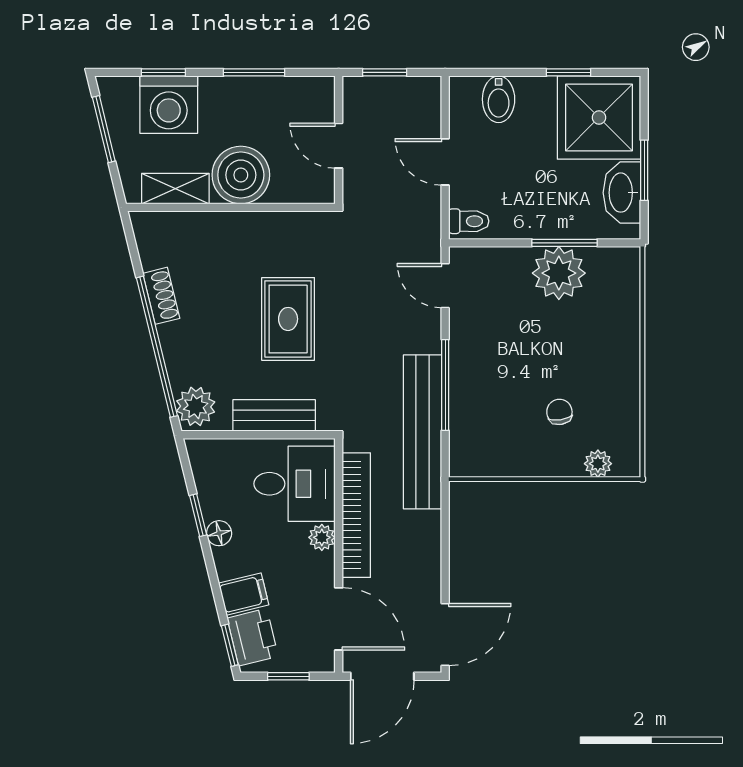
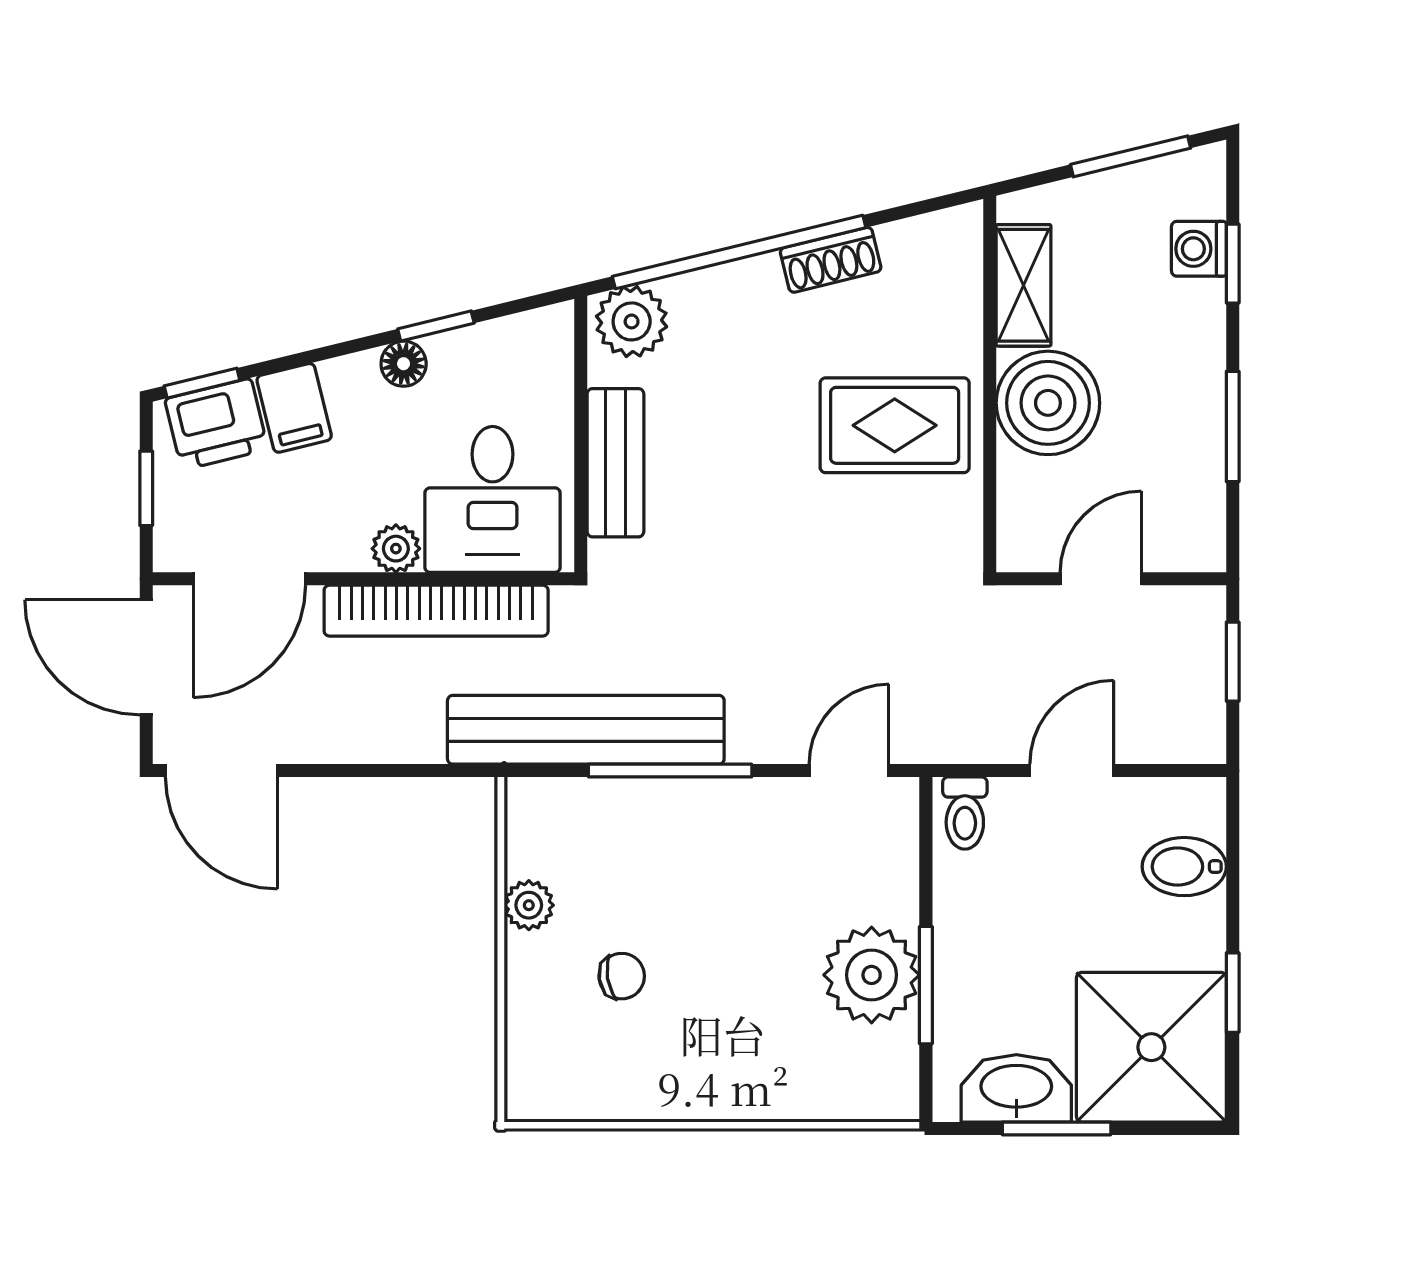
washing machine: (169, 105) -> (1199, 249), width x0.53, depth x0.53
rug: (288, 319) -> (895, 425), moved
plant: (598, 464) -> (529, 905), moved

